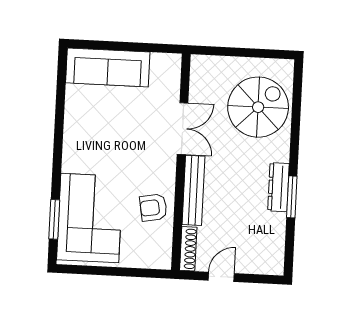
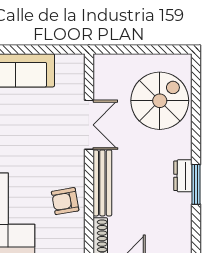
dresser: (278, 187) -> (183, 176), width x0.70

